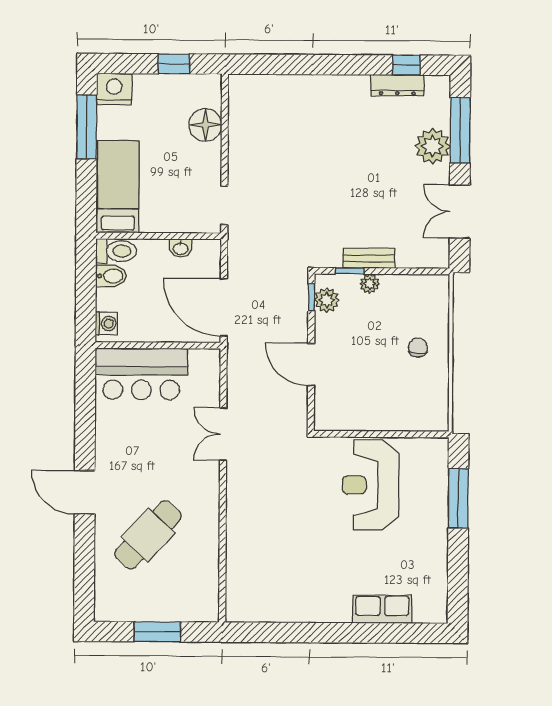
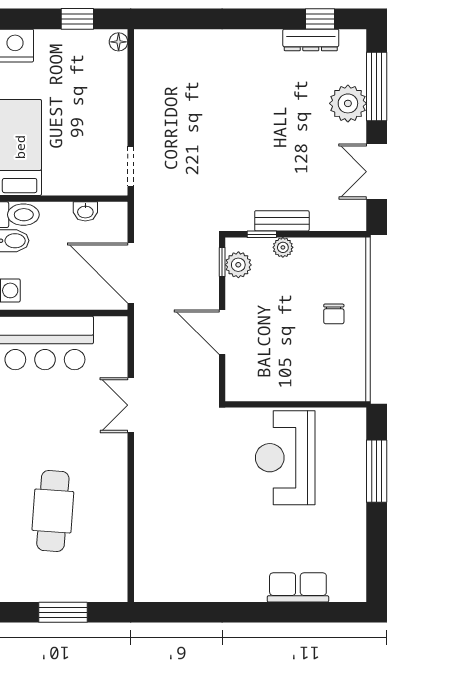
floor lamp: (205, 125) -> (119, 42), moved, width x0.53, depth x0.53
chair: (418, 348) -> (334, 314), turned 180
cafe table: (148, 535) -> (53, 511), turned -39

